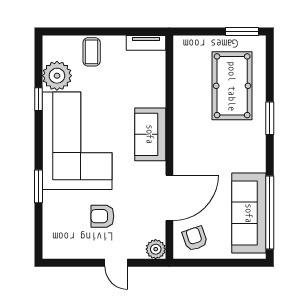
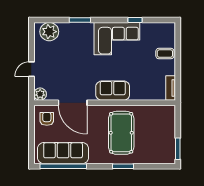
plant: (57, 76) -> (49, 32), moved
pool table: (232, 86) -> (121, 133), moved, turned 90
corner sofa: (77, 141) -> (117, 39), width x0.73, depth x0.74
armchair: (102, 216) -> (61, 60), removed
armchair: (195, 239) -> (47, 119), turned -71

